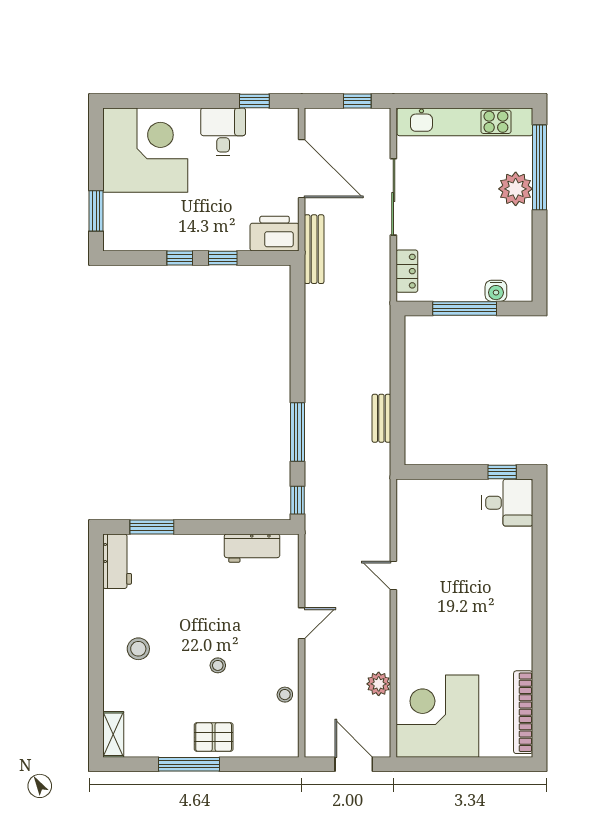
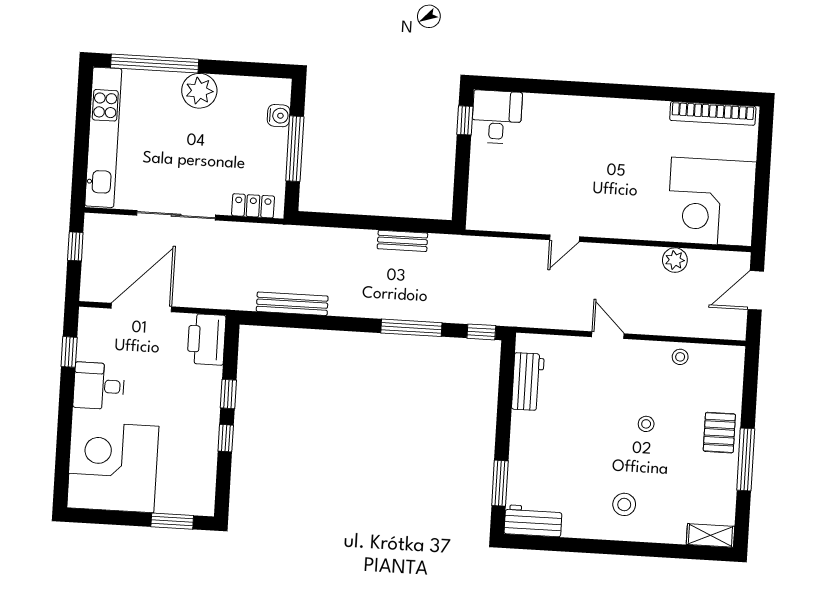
plant: (516, 189) -> (199, 91), moved
bench: (314, 249) -> (292, 304), moved

